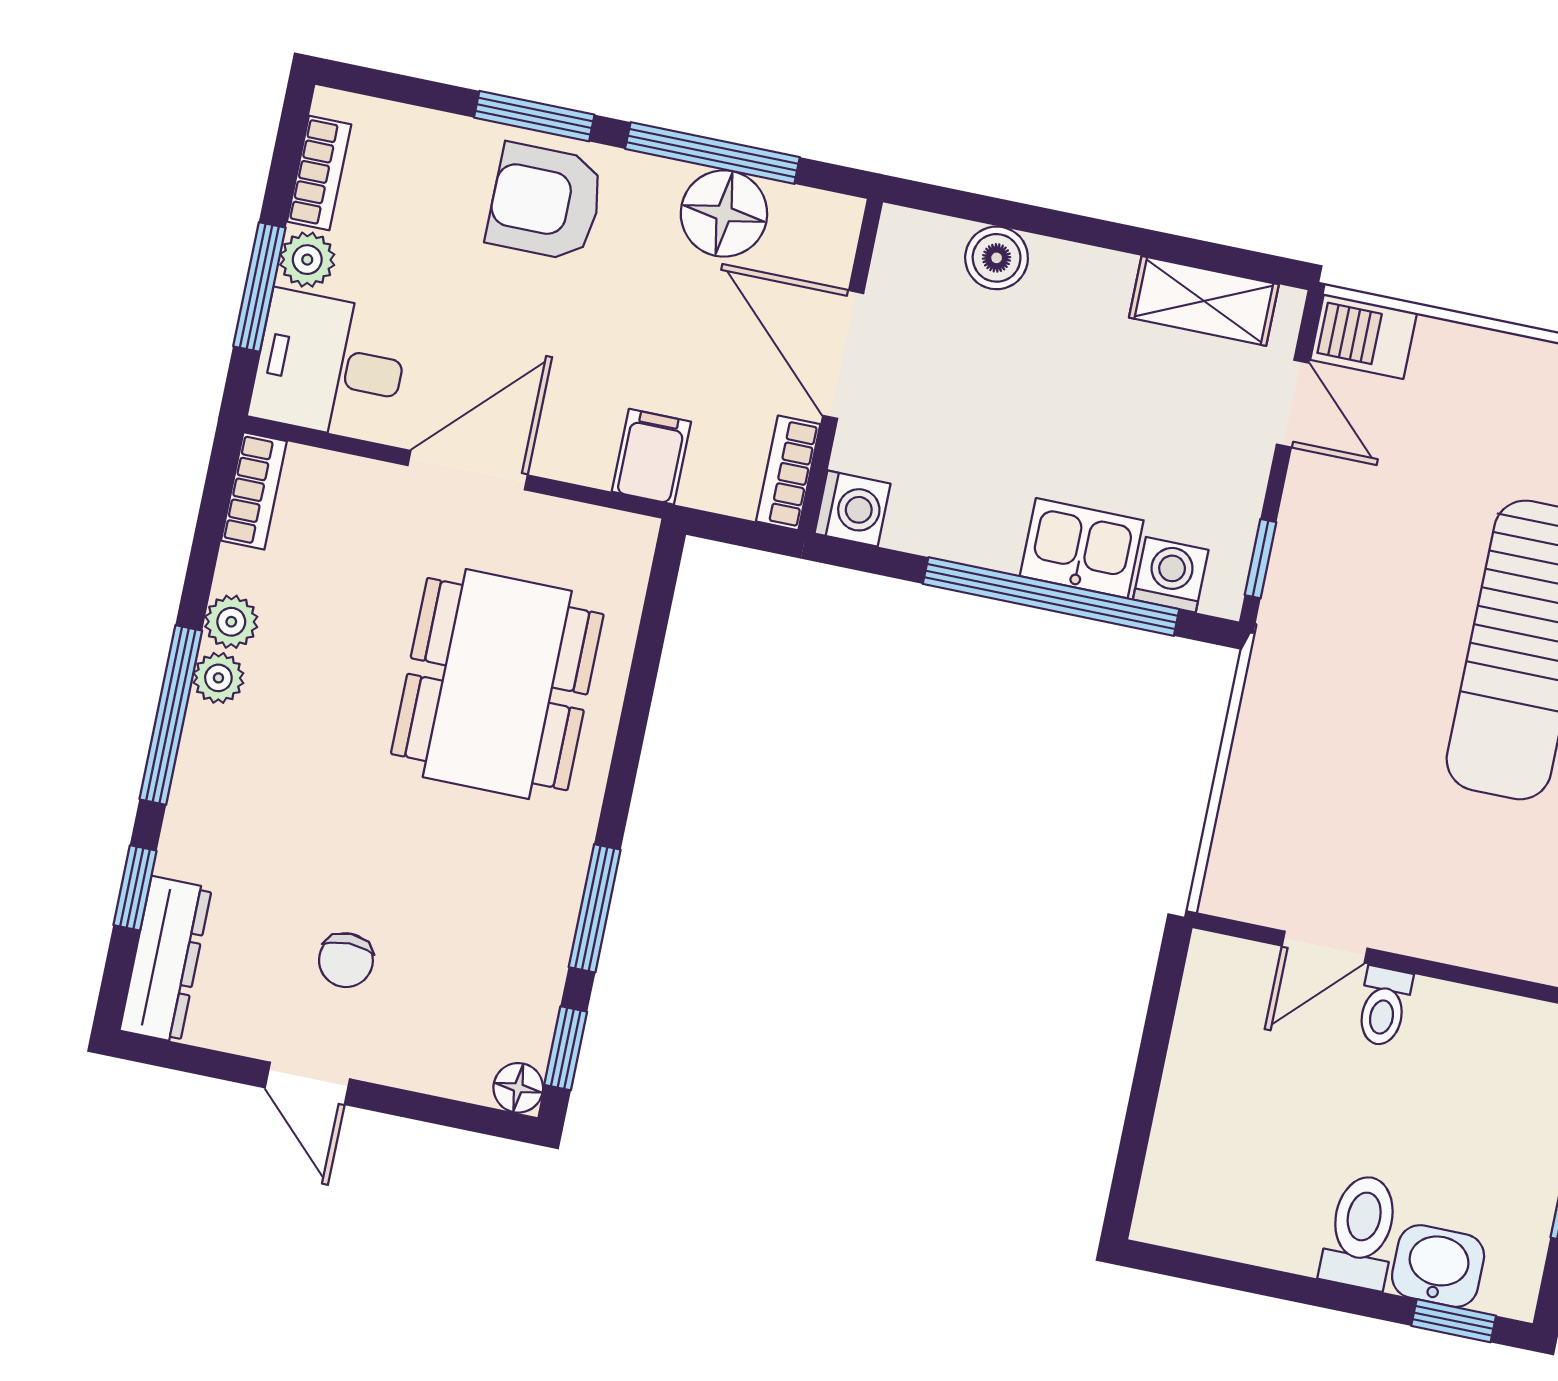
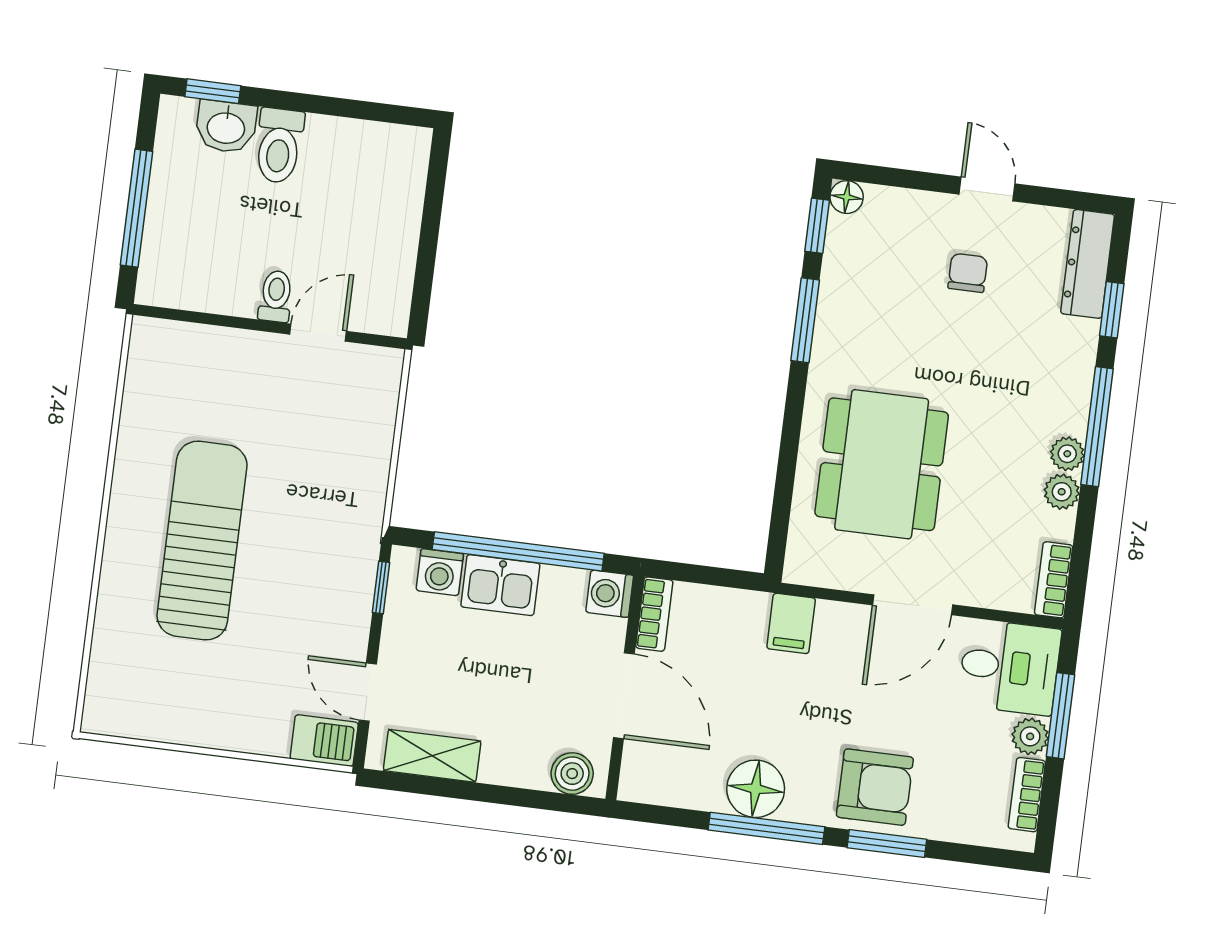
door: (843, 354) -> (624, 696), moved
wall: (841, 366) -> (625, 688), moved
bookcase: (788, 473) -> (654, 614), moved
washing machine: (852, 509) -> (610, 594), moved

